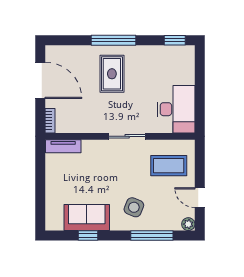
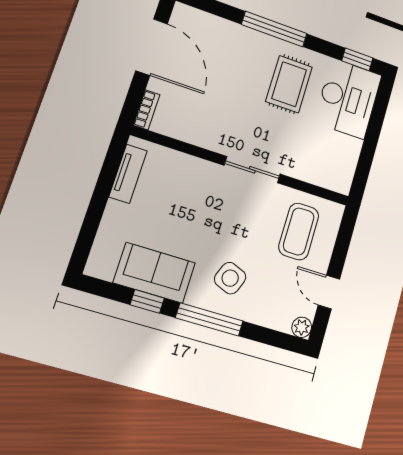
rug: (112, 74) -> (289, 84), moved
desk: (176, 109) -> (348, 99), moved
tv unit: (63, 146) -> (128, 174), moved, turned -90
coffee table: (169, 166) -> (299, 231), turned 90
window: (152, 236) -> (209, 319), moved

